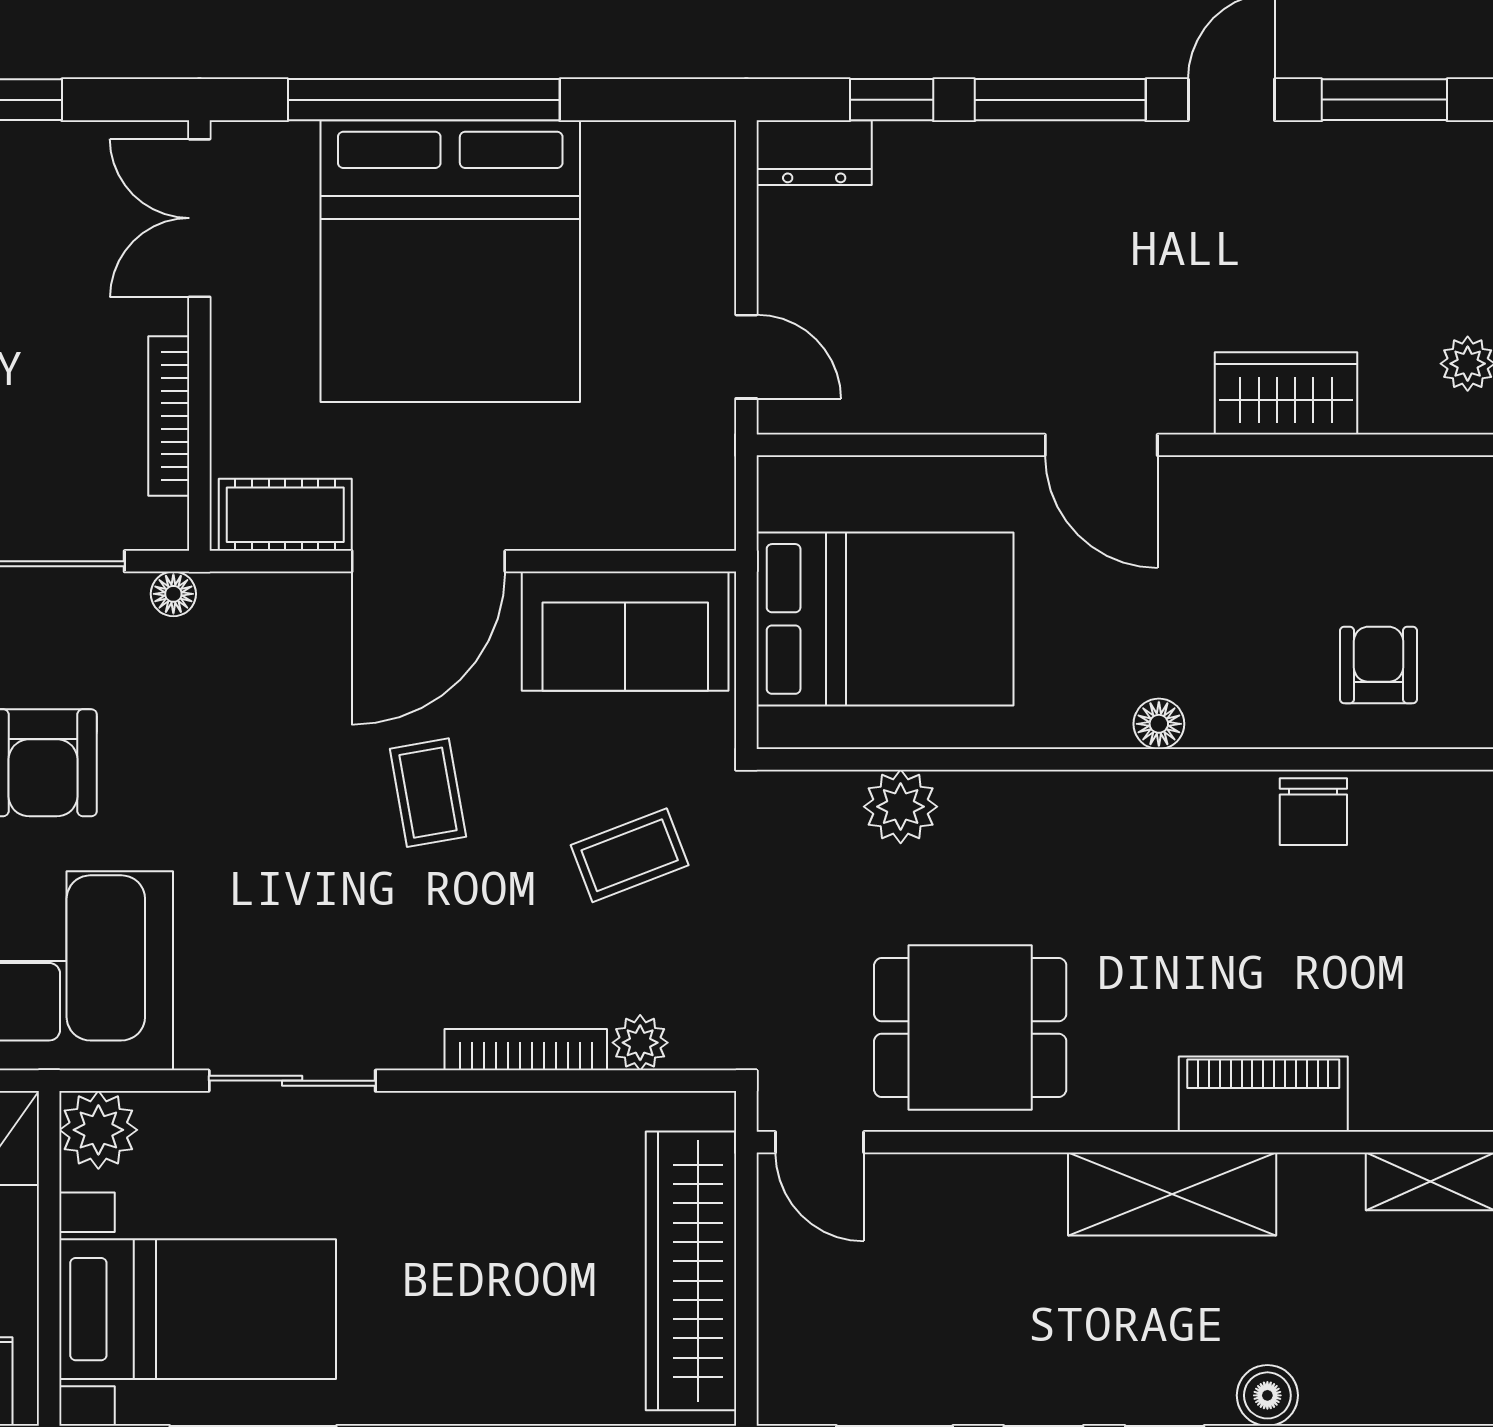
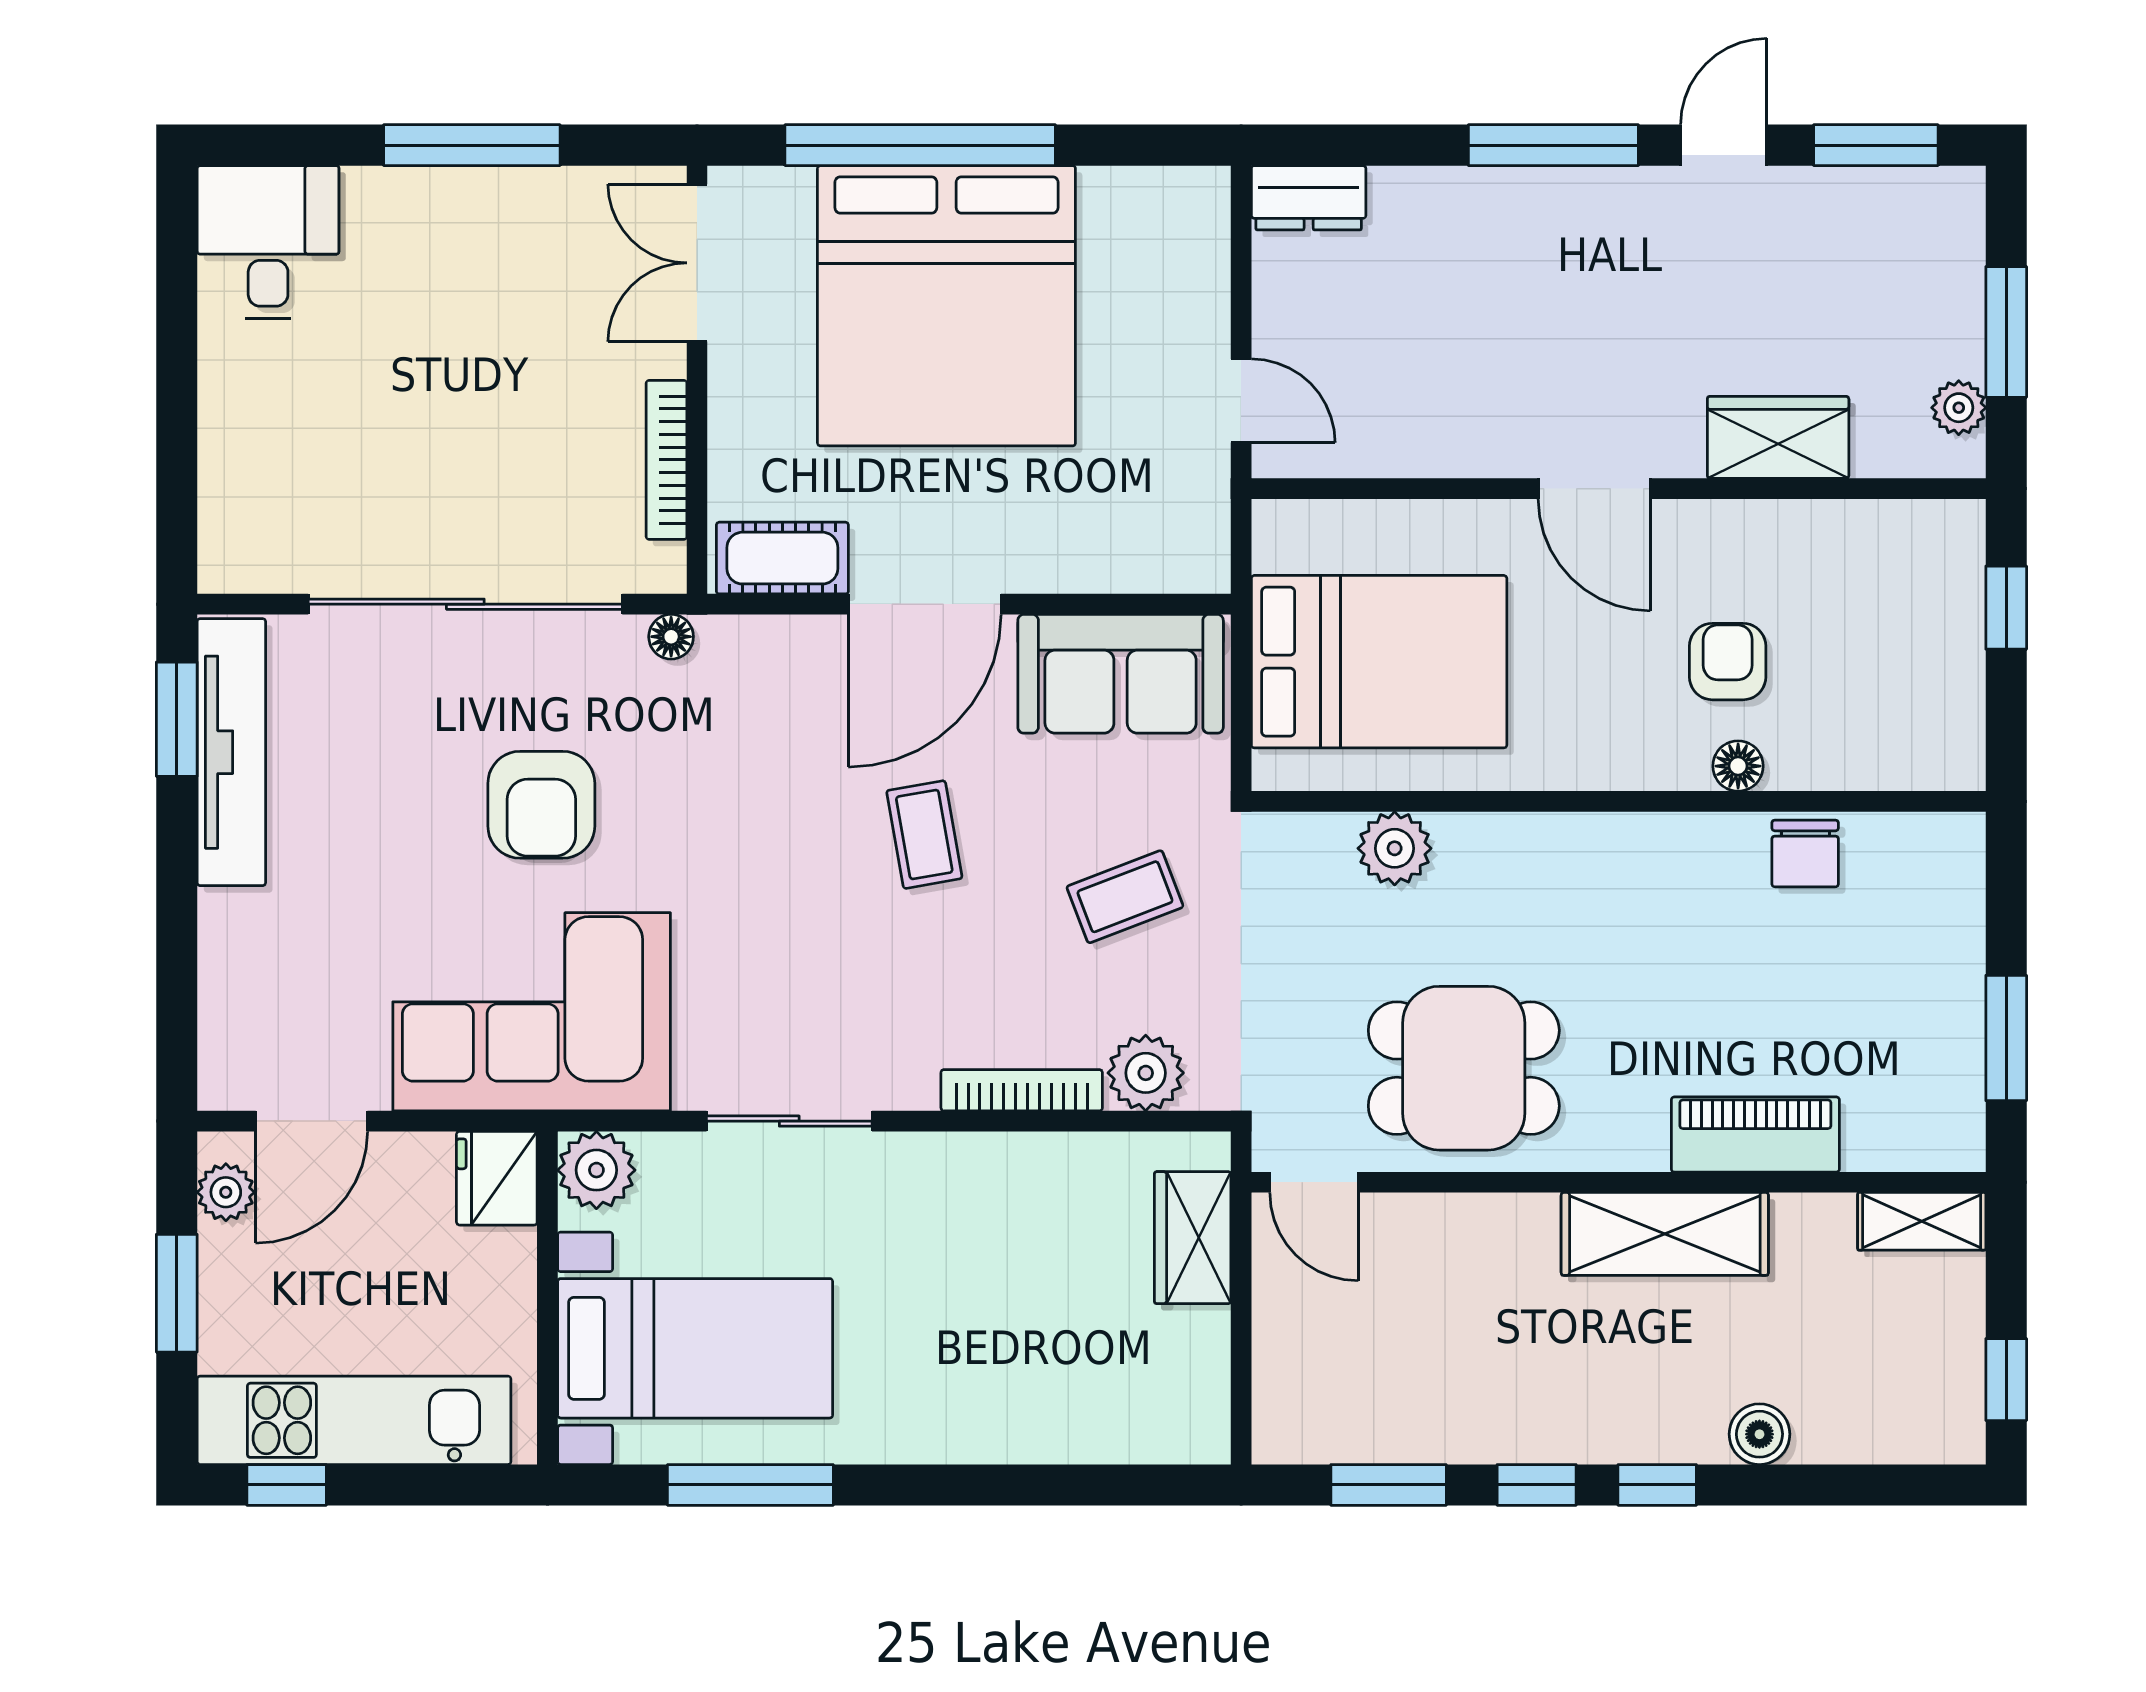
window: (892, 100) -> (1386, 145), removed
armchair: (1378, 665) -> (1728, 662), moved
floor lamp: (1159, 724) -> (1738, 766), moved
plant: (640, 1043) -> (1146, 1073), width x1.38, depth x1.38
wardrobe: (691, 1271) -> (1193, 1238), width x0.48, depth x0.85

